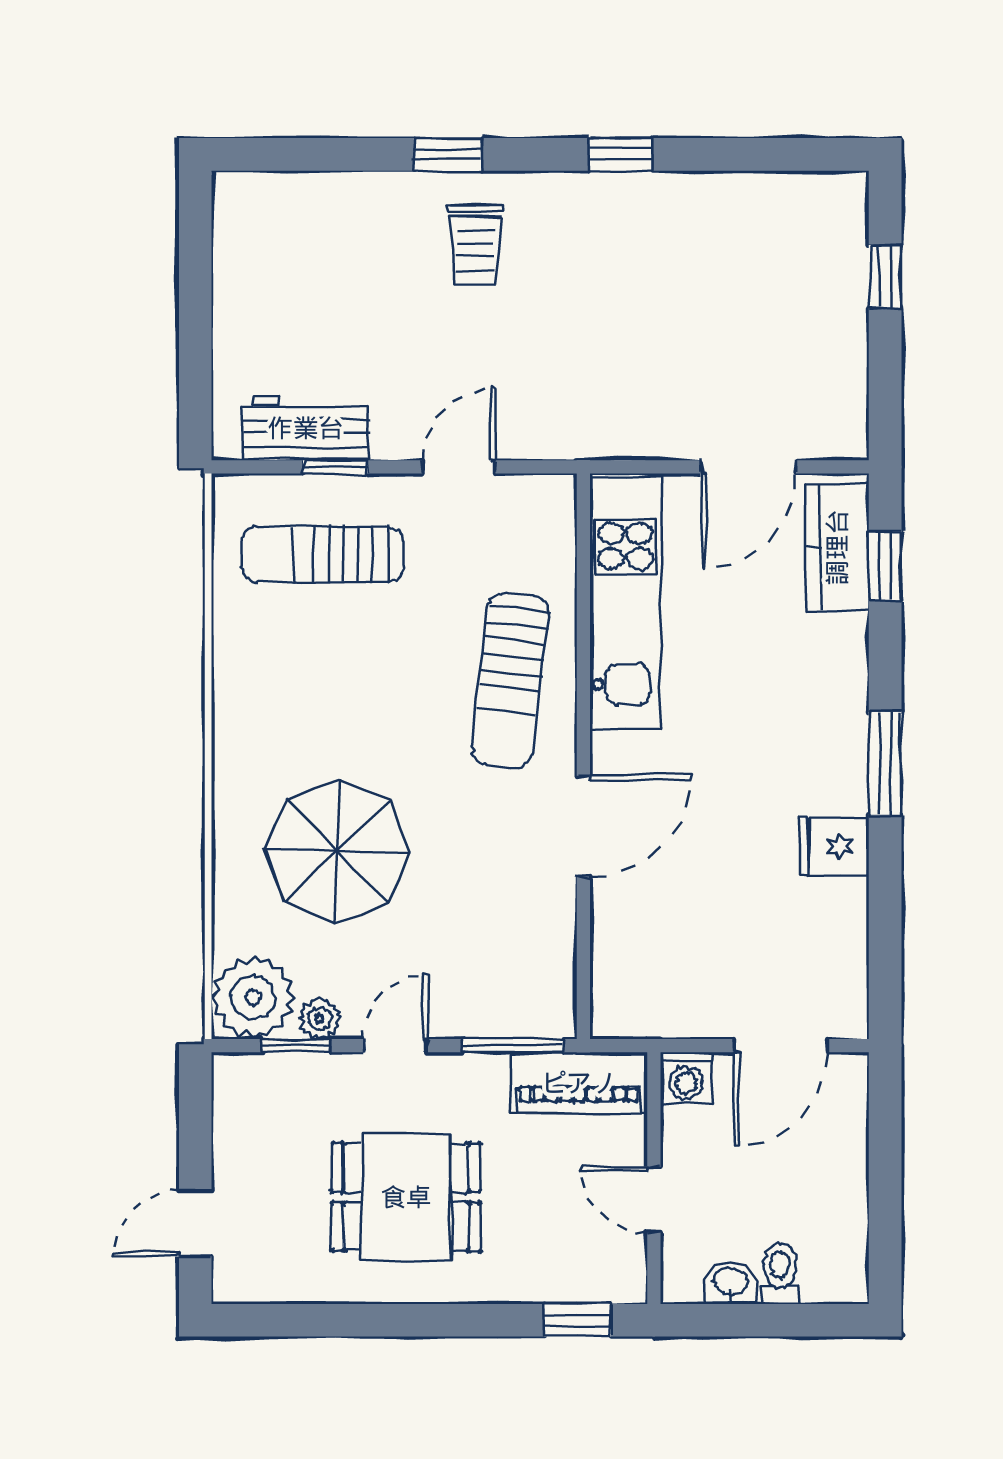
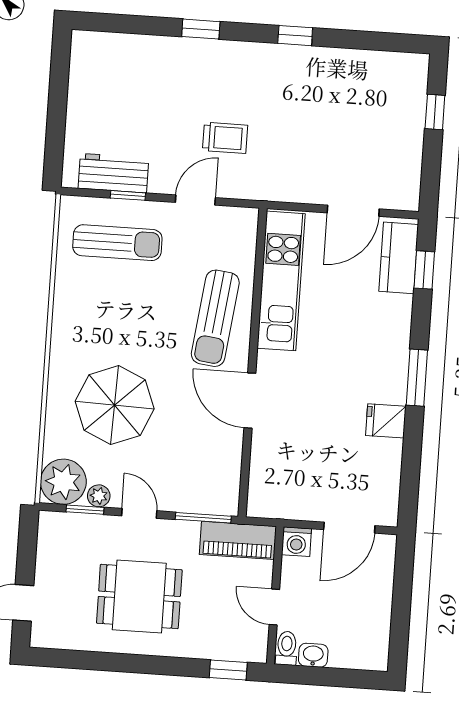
trolley: (475, 245) -> (225, 138), moved, turned -90
sun lounger: (322, 554) -> (117, 243), turned 180
door: (583, 826) -> (250, 401), swing flipped
door: (396, 1046) -> (139, 513), hinge flipped
toilet: (780, 1273) -> (287, 648), moved

